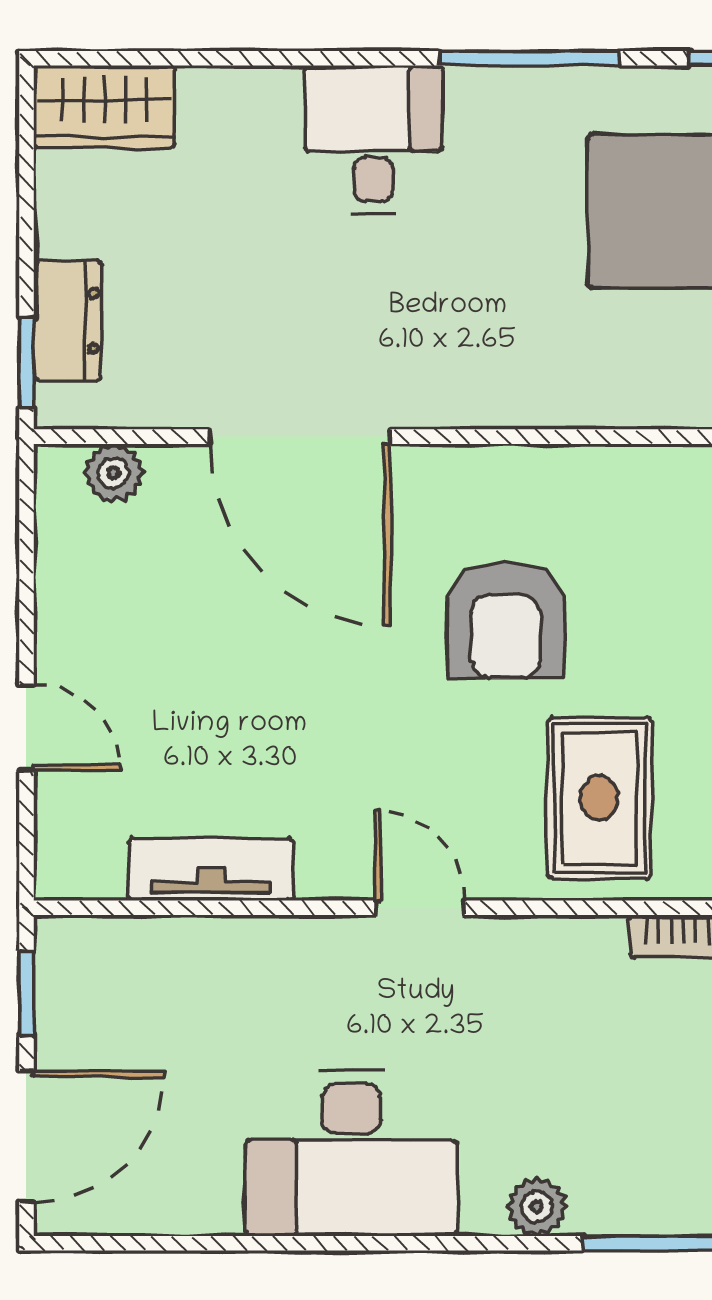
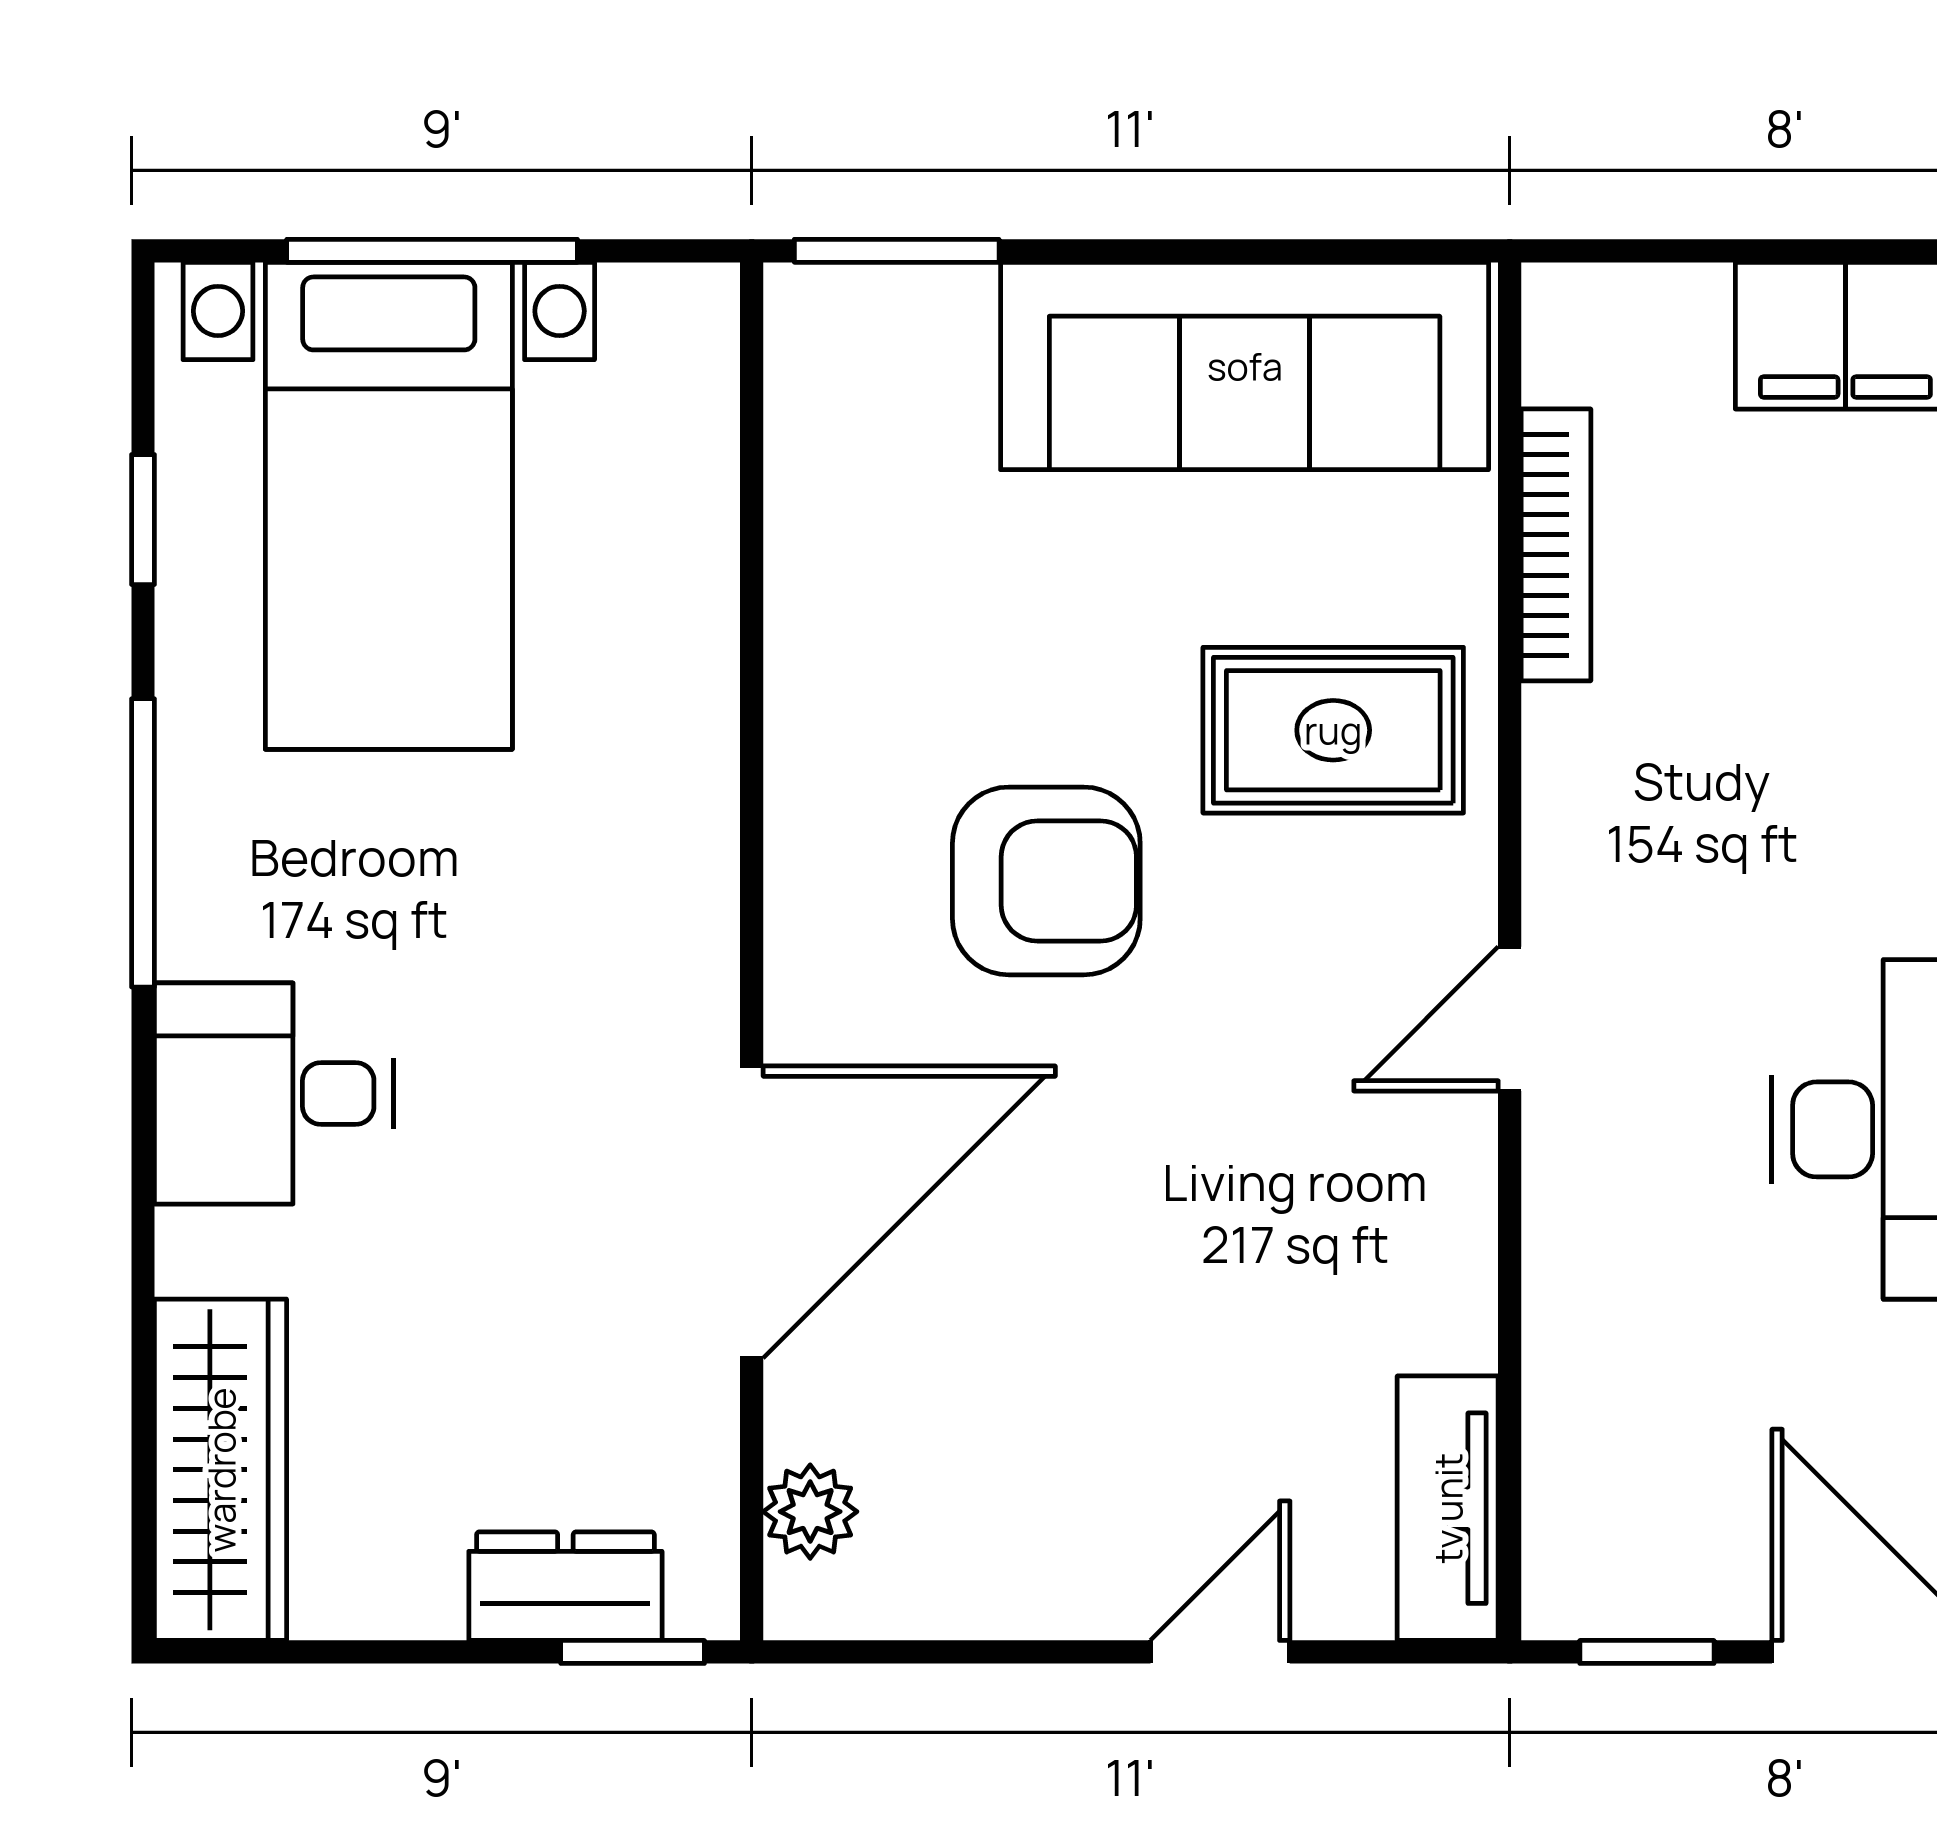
wardrobe: (104, 106) -> (221, 1470), width x1.50
tv unit: (211, 869) -> (1448, 1508), moved

